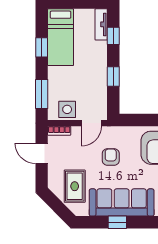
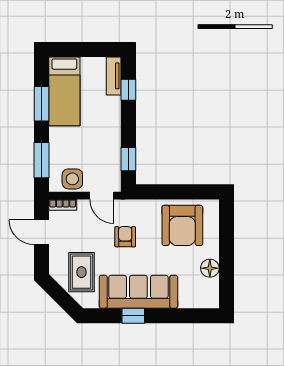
window: (42, 47) -> (41, 104), width x1.50
window: (113, 77) -> (128, 159), moved
door: (91, 123) -> (102, 196), hinge flipped

